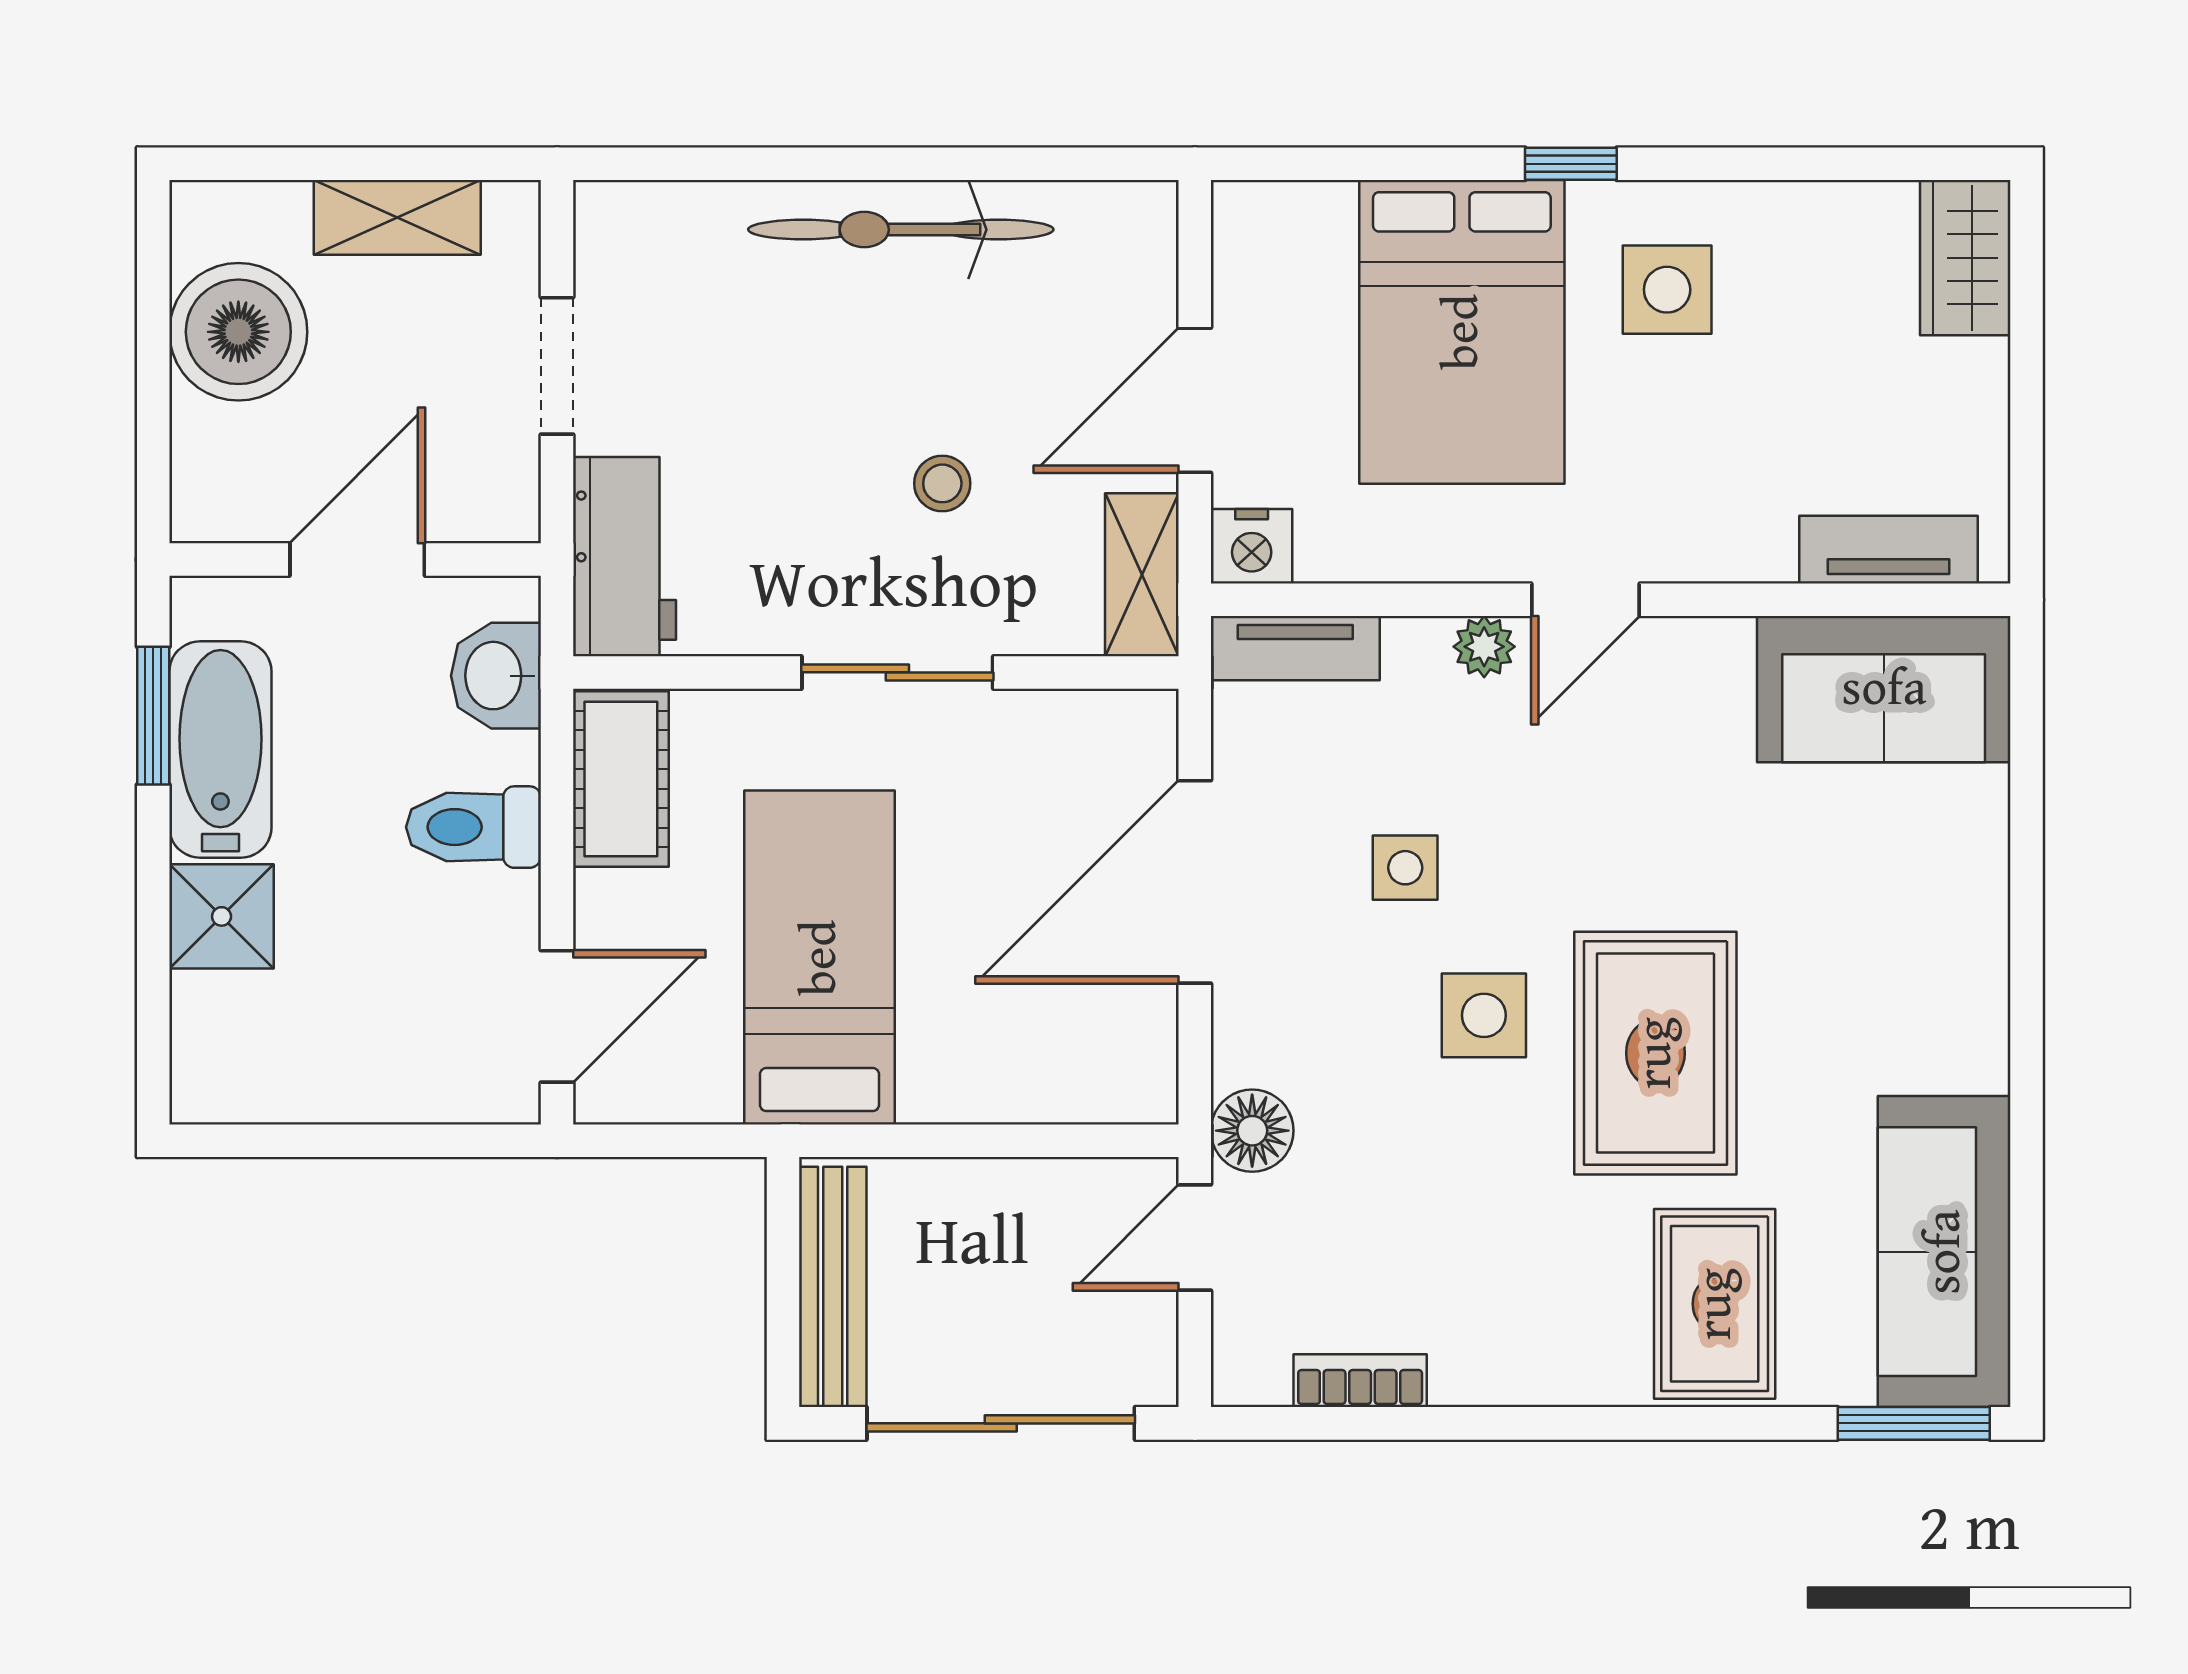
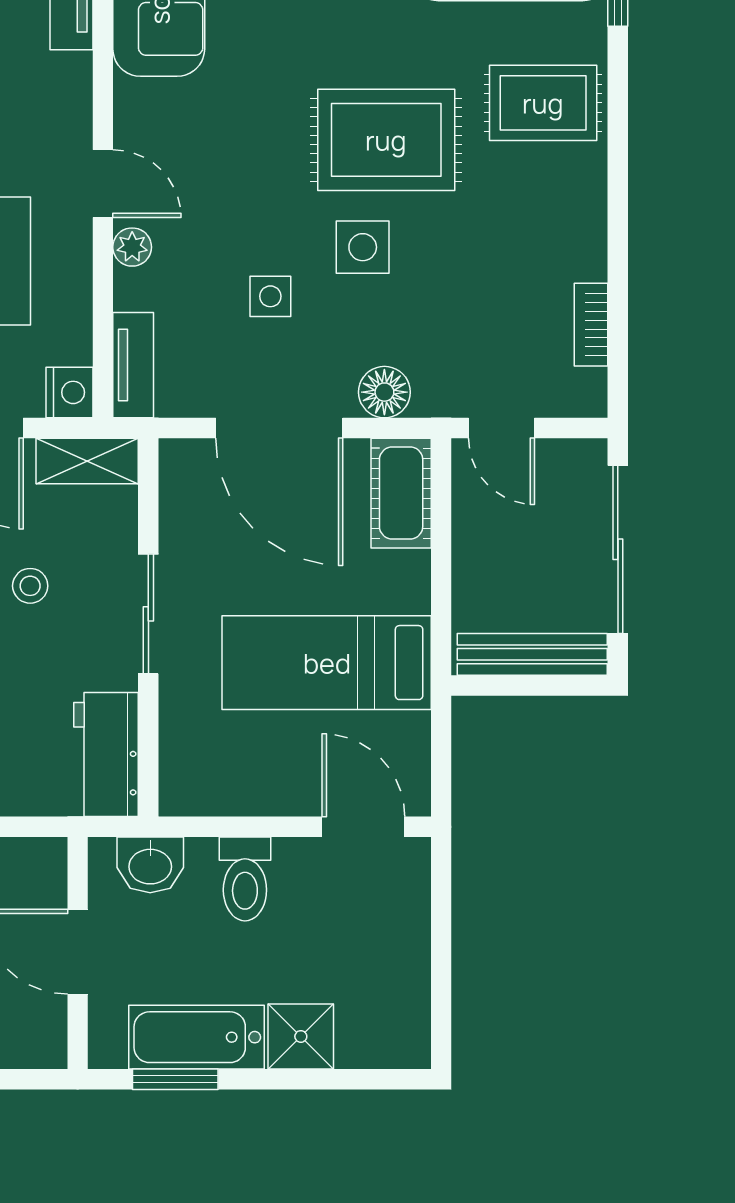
workbench: (624, 556) -> (106, 754), moved, turned -90
cot: (621, 779) -> (401, 493), moved, turned 90
floor lamp: (1252, 1131) -> (384, 392), moved

